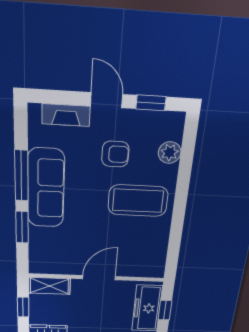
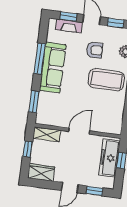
window: (63, 98) -> (68, 17), added
window: (22, 227) -> (34, 102), moved

